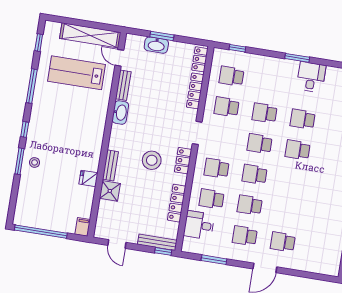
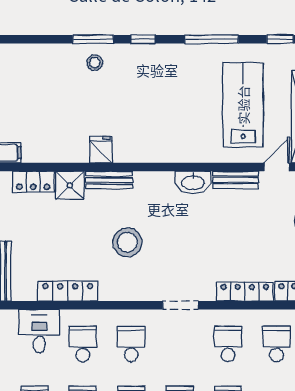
locker: (183, 161) -> (33, 182), moved, turned 180
fridge: (88, 178) -> (101, 150), moved

